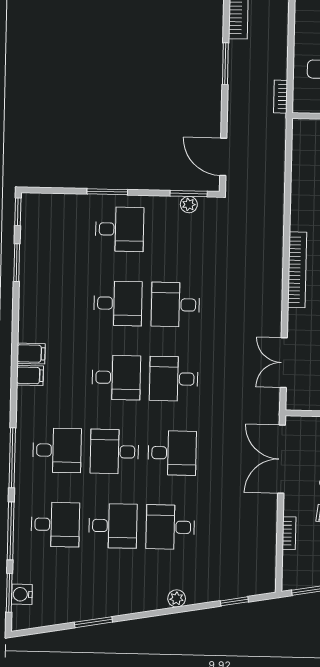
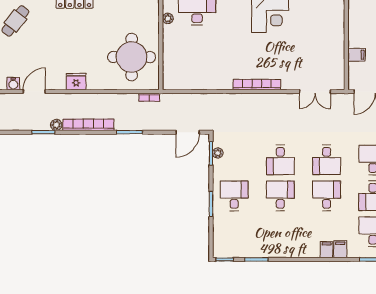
filing cabinet: (31, 354) -> (340, 249), moved

